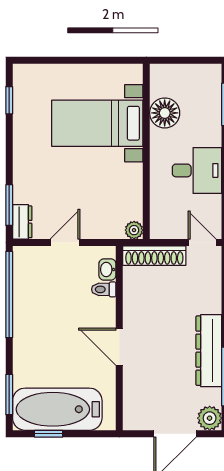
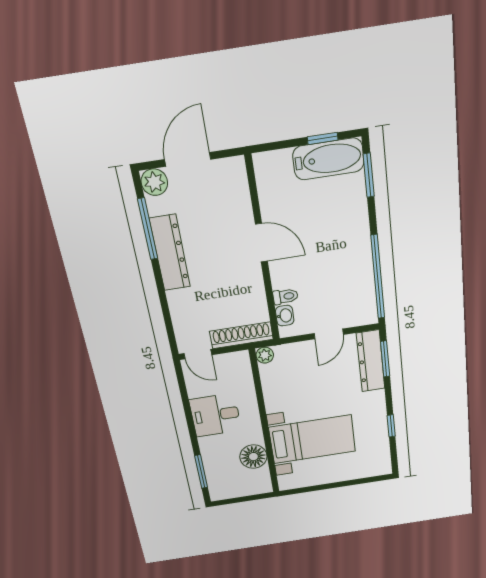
window: (9, 100) -> (391, 426), moved
dresser: (22, 222) -> (371, 361), width x1.96, depth x1.24
bathtub: (57, 409) -> (328, 159), width x0.73, depth x0.73

